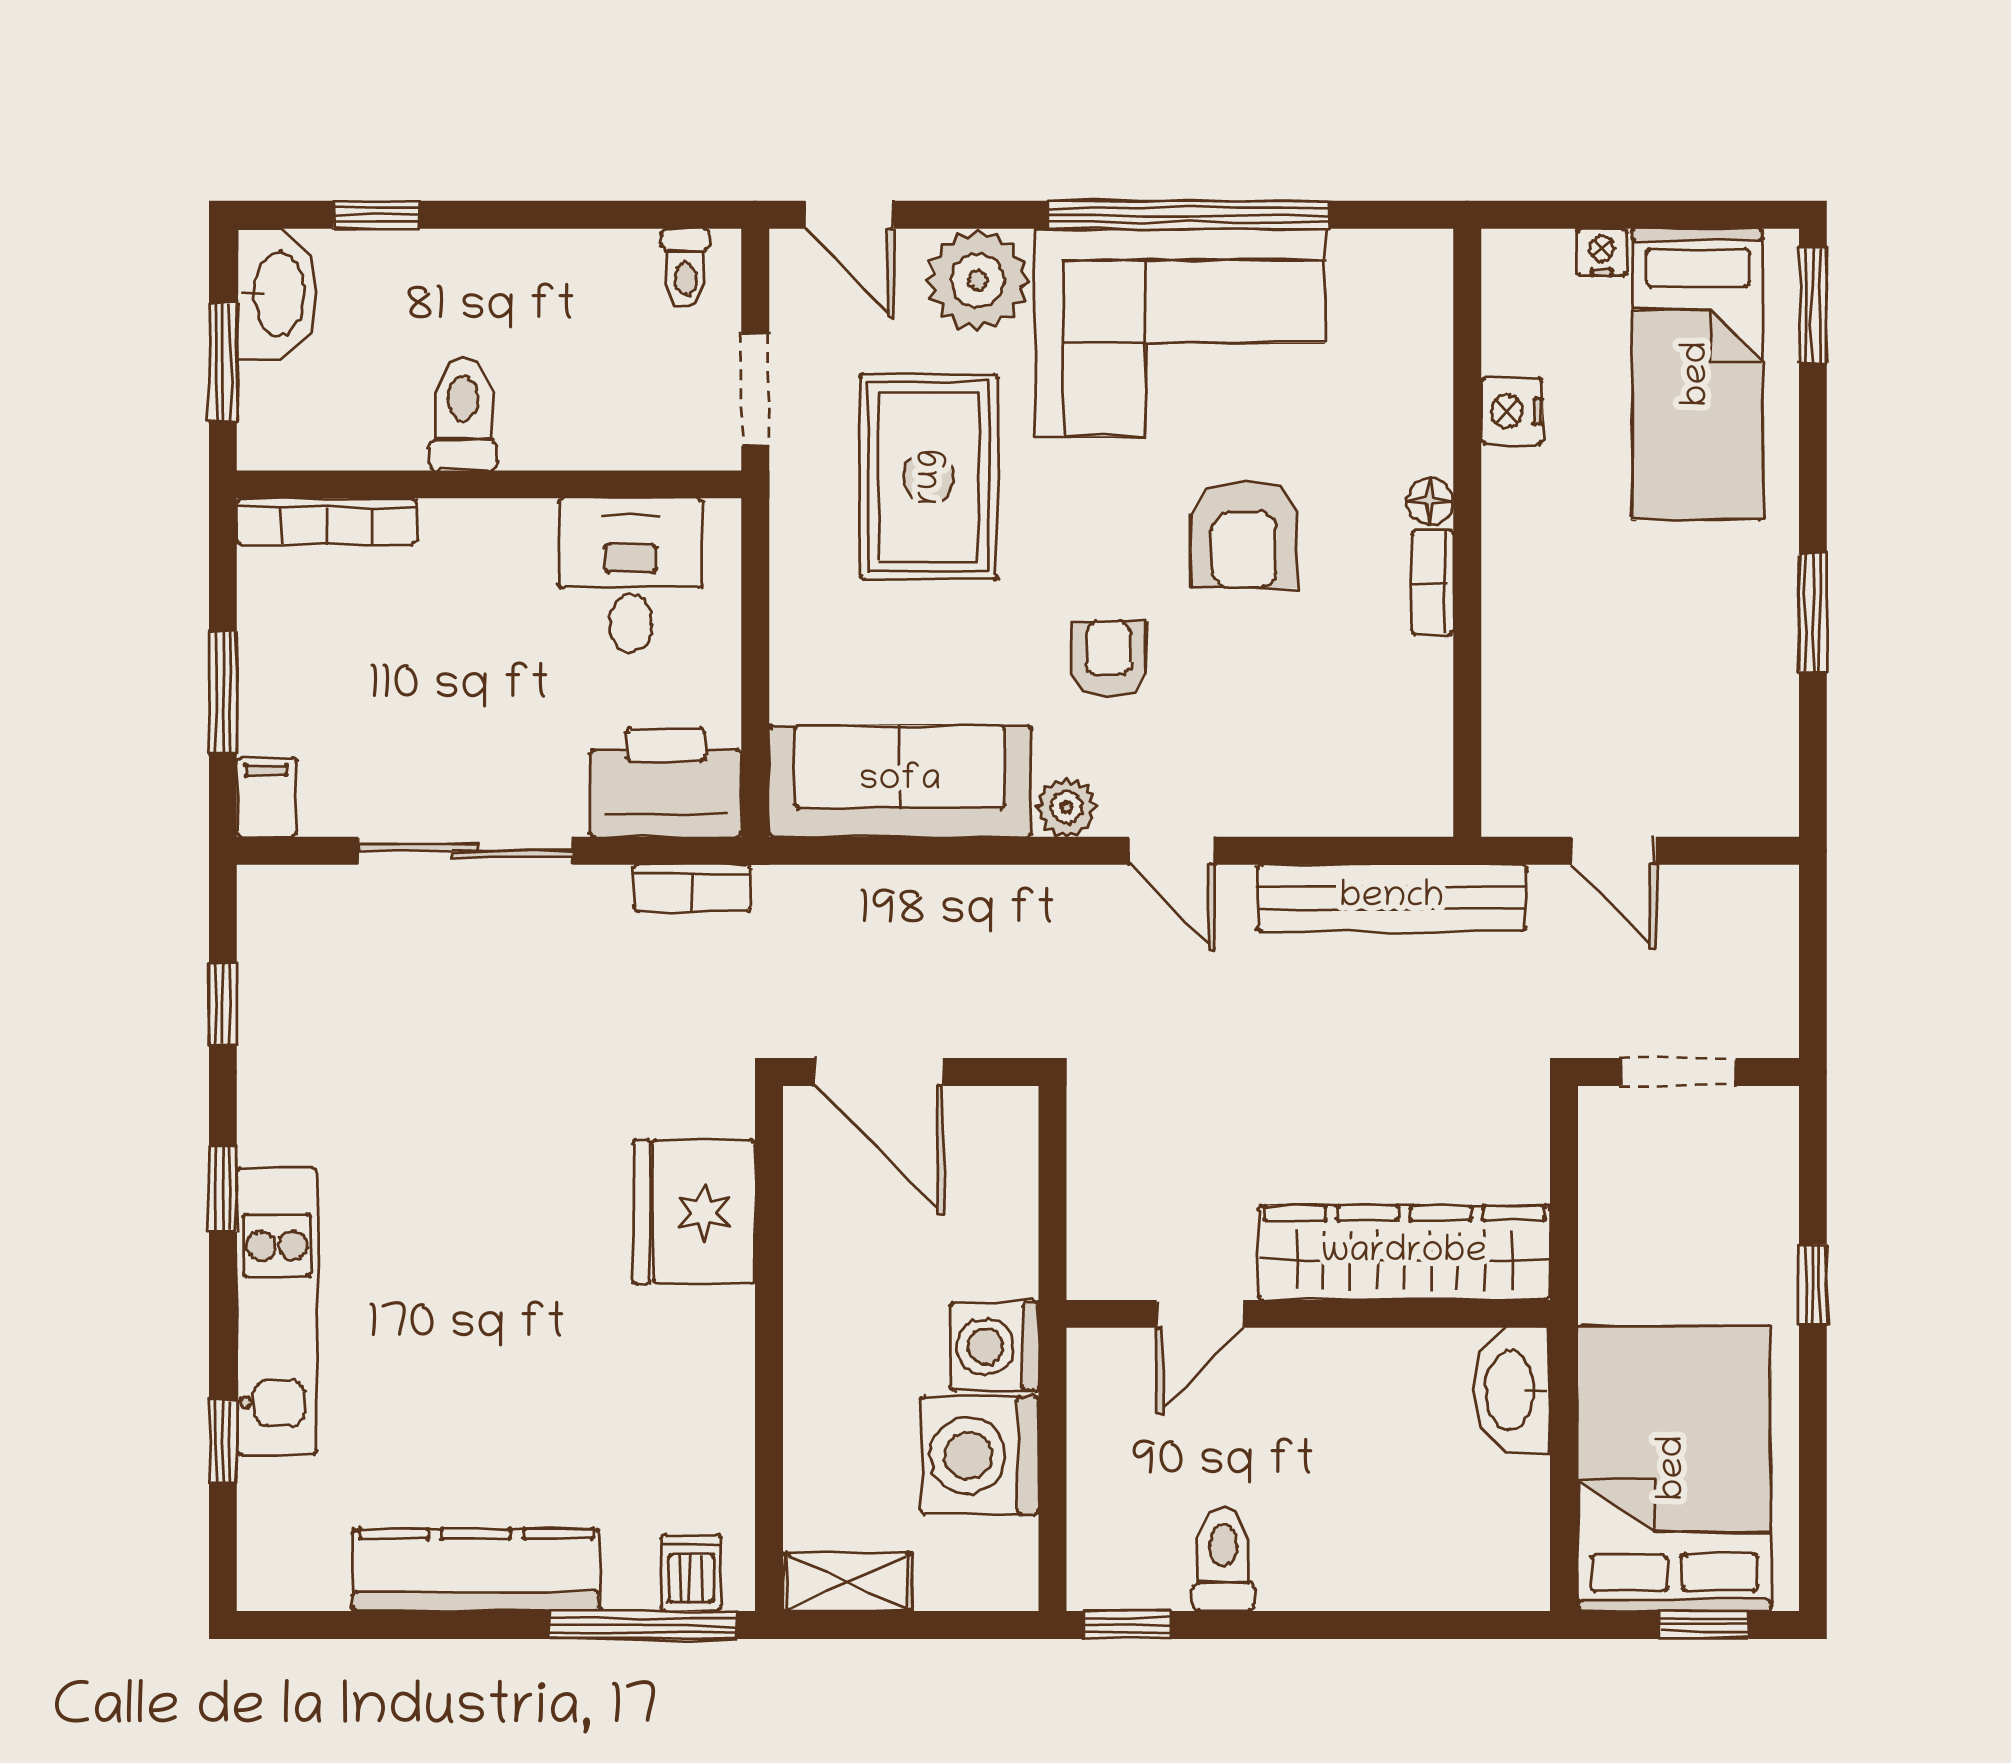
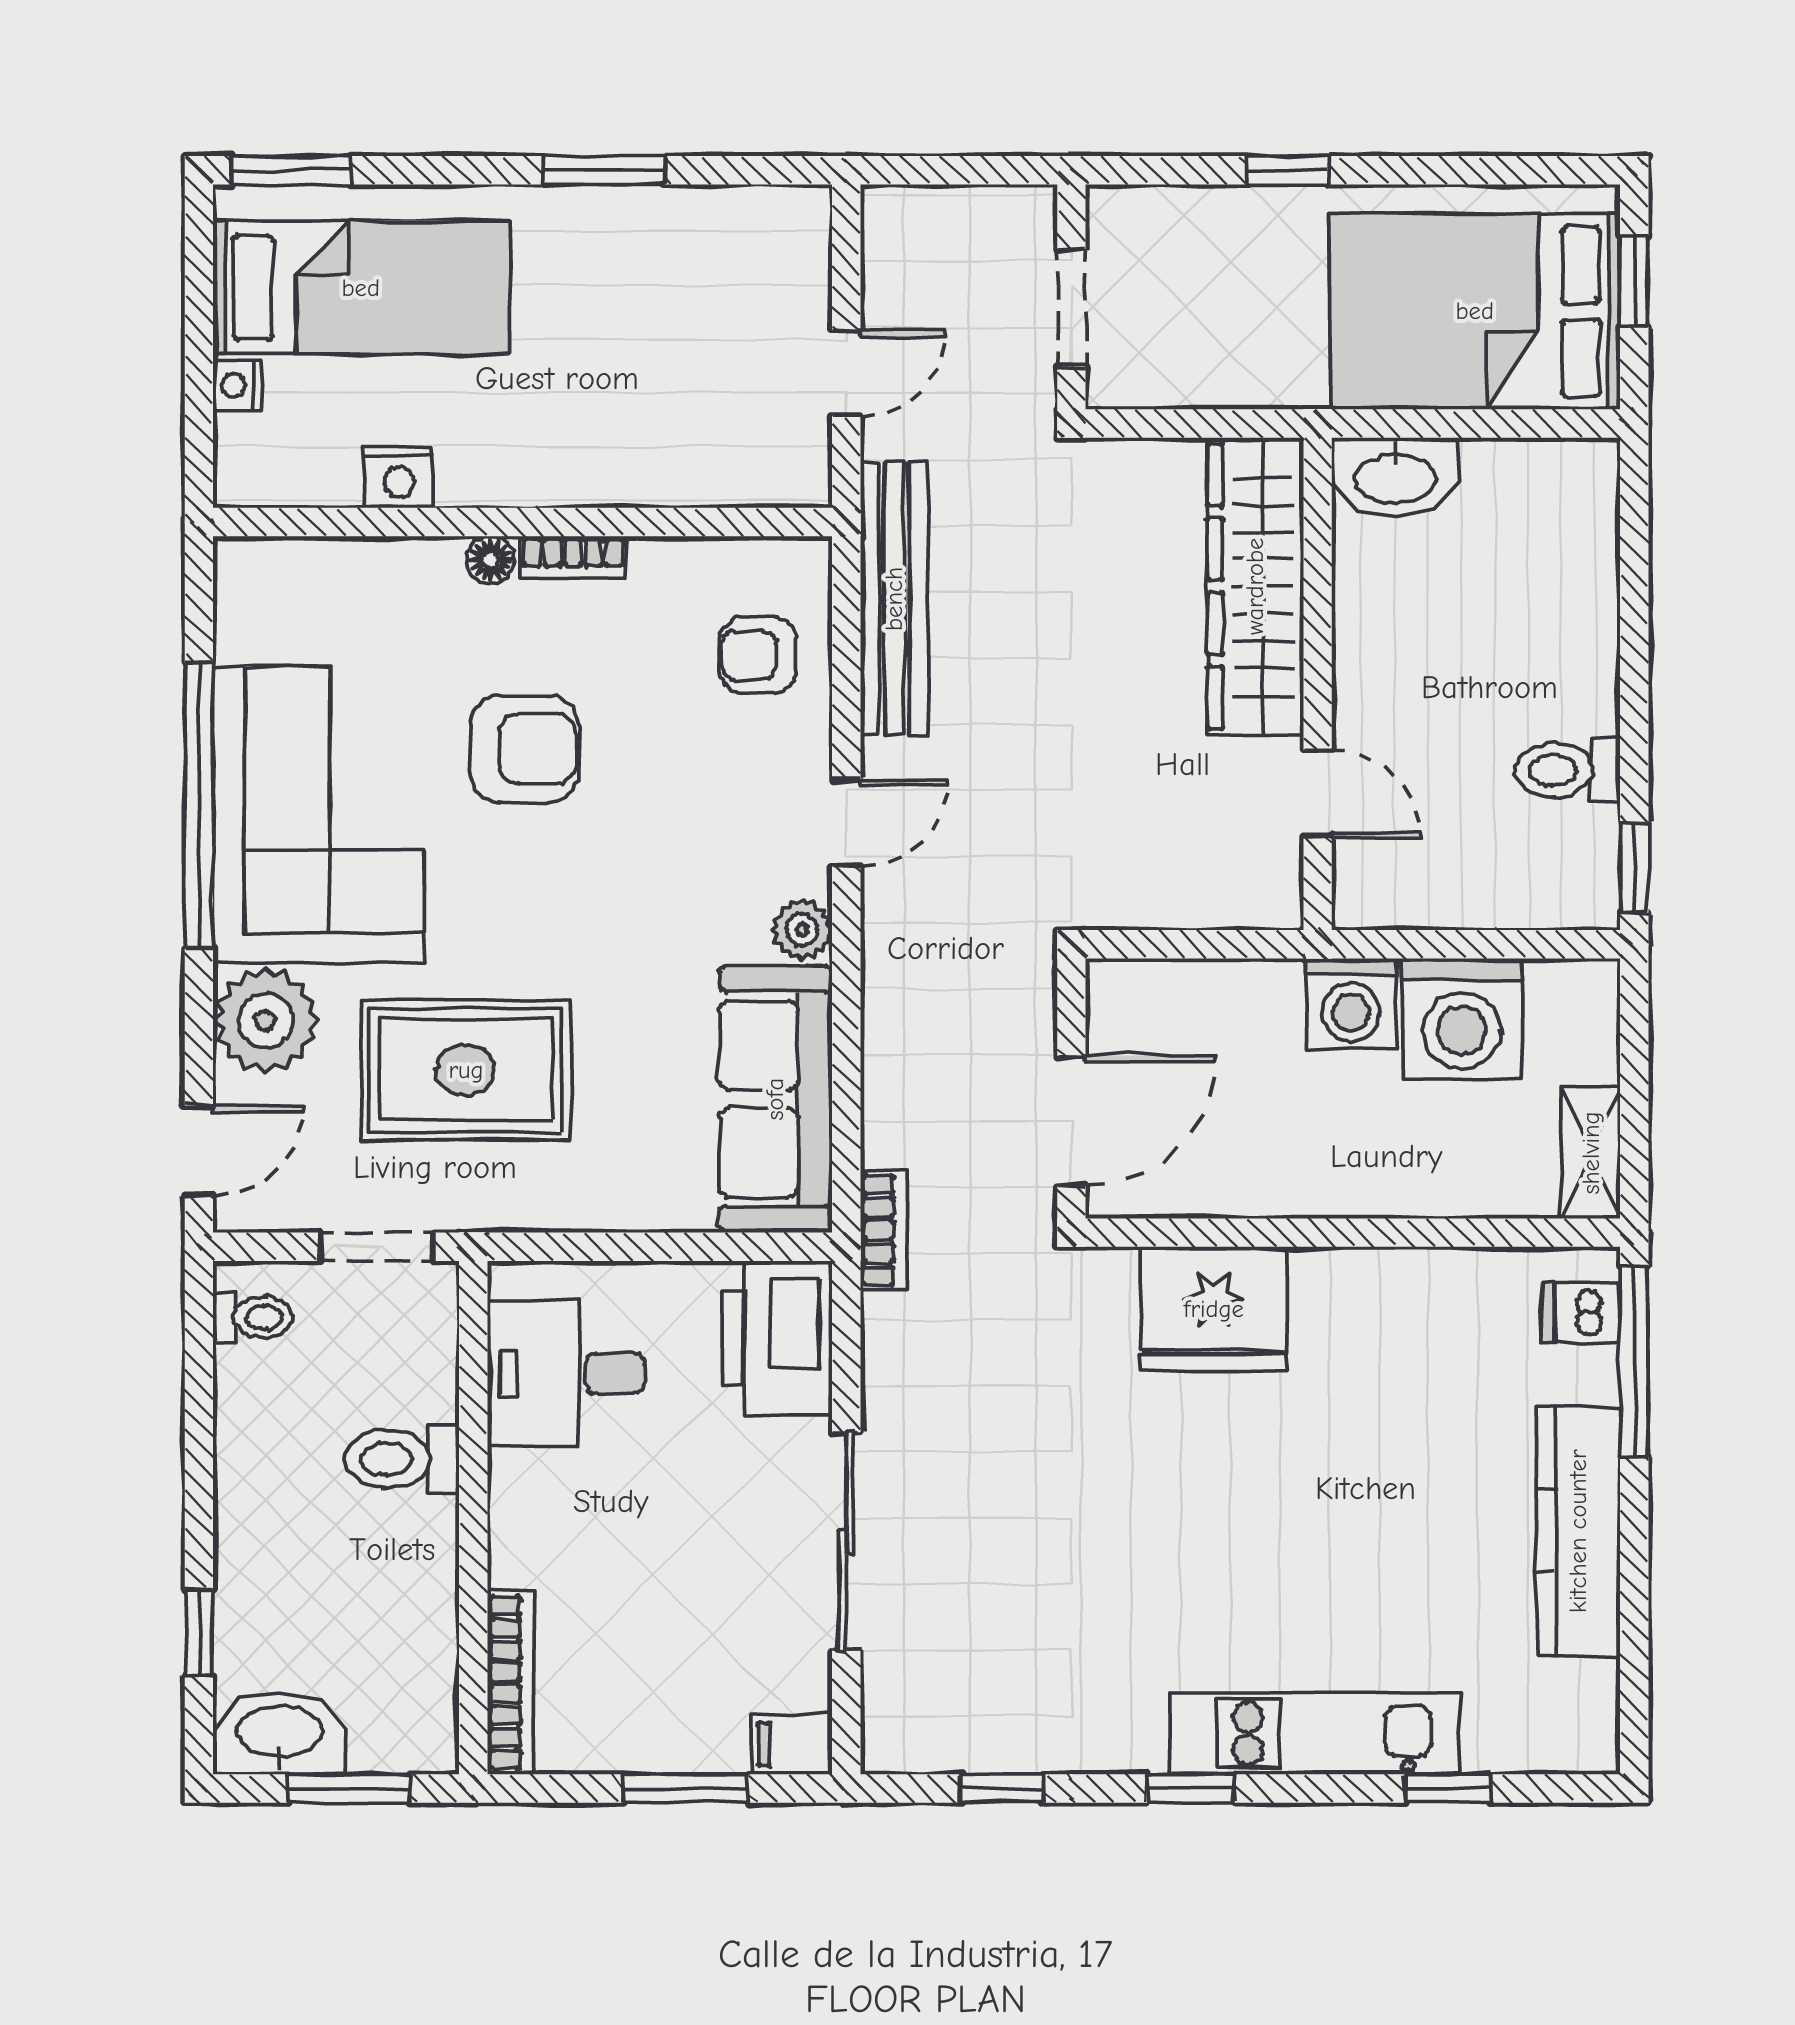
toilet: (463, 415) -> (402, 1459), moved
armchair: (1109, 659) -> (758, 655), moved
bookcase: (692, 888) -> (884, 1230), moved

